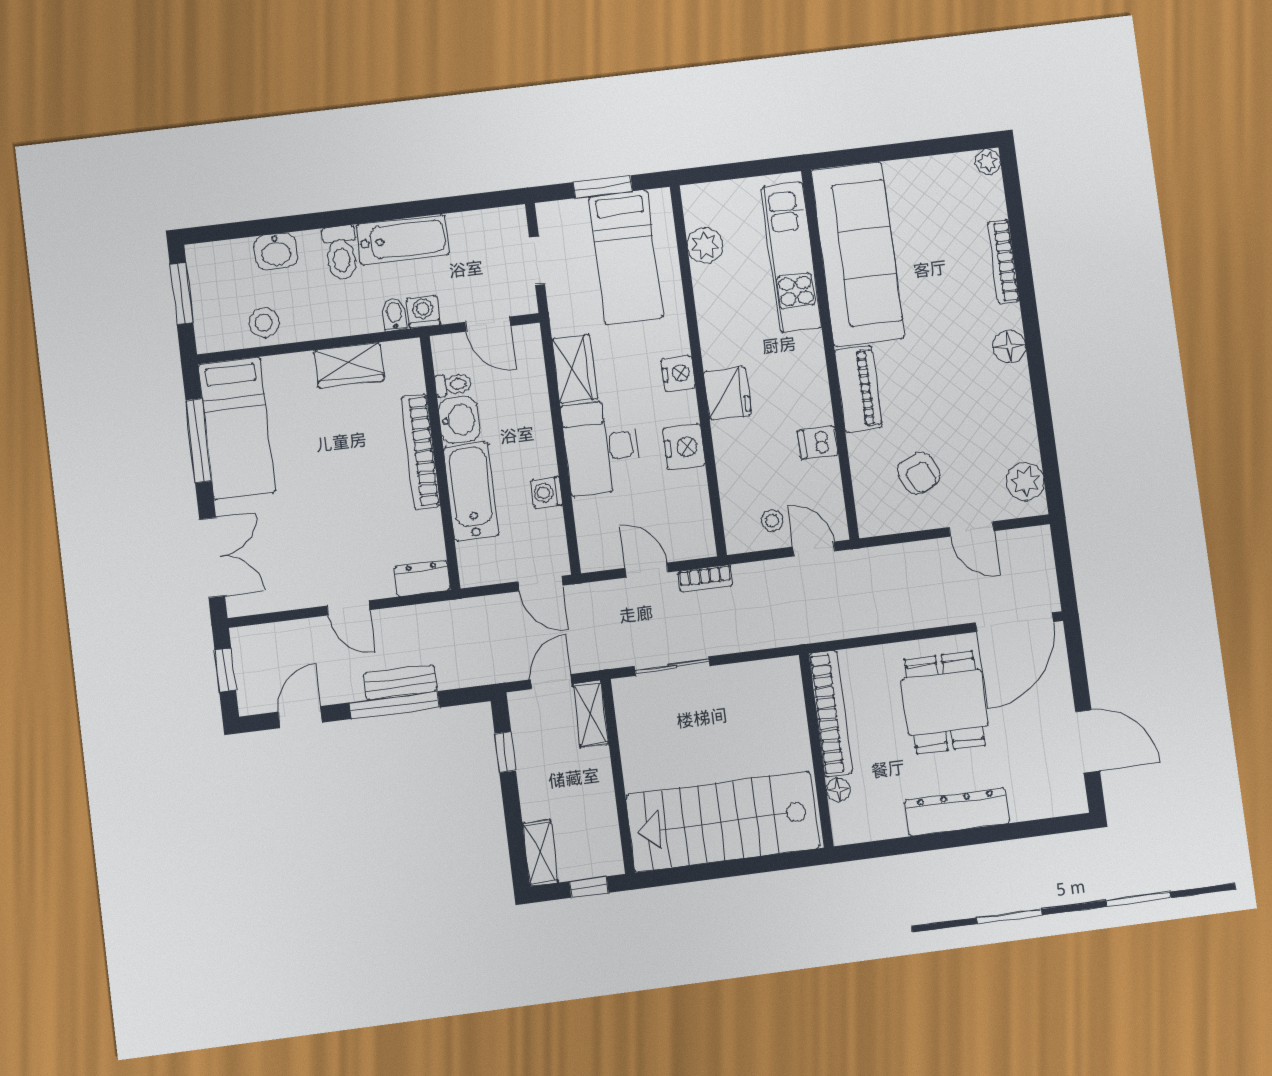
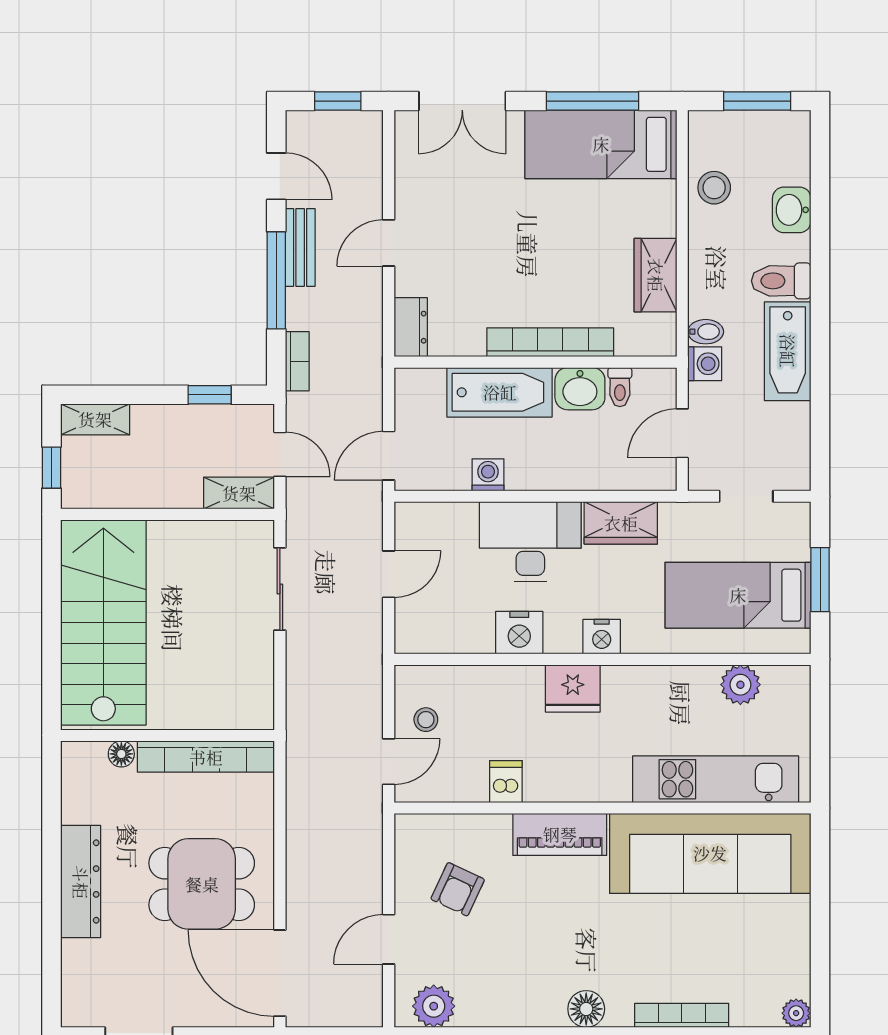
armchair: (919, 473) -> (458, 889), turned -40
bookcase: (705, 578) -> (297, 361), moved, turned 180
bench: (400, 682) -> (300, 247), moved

